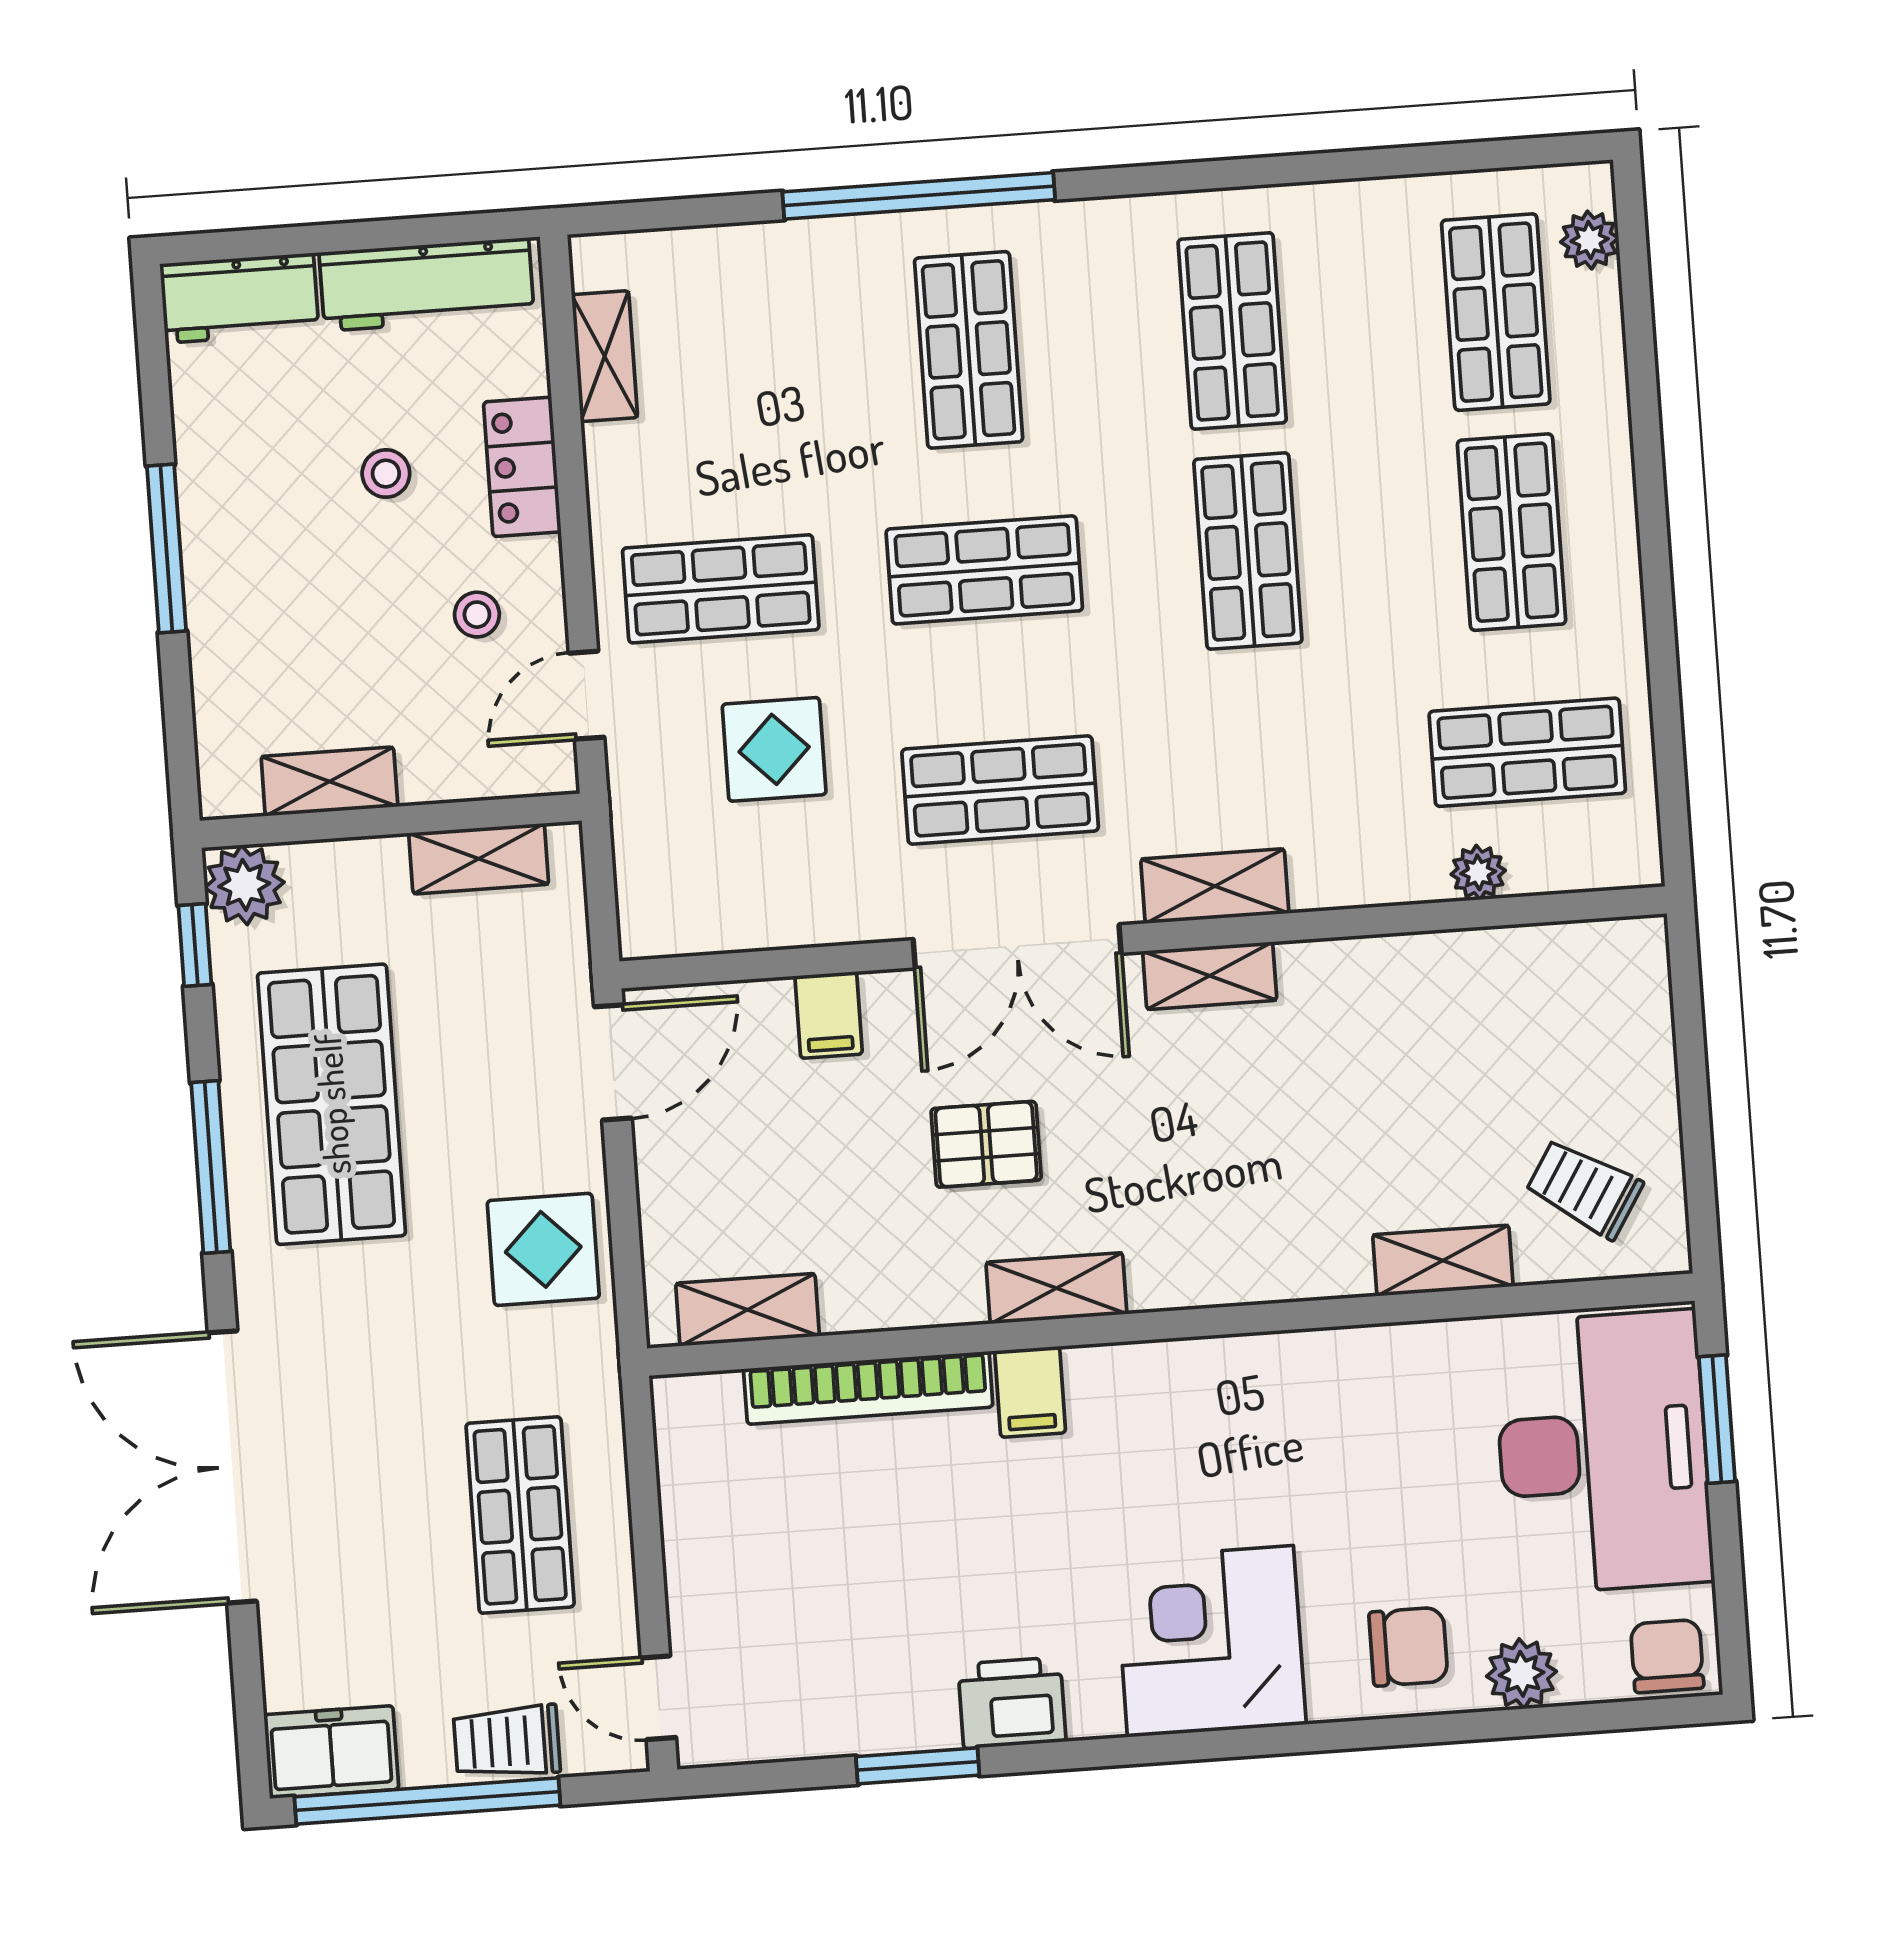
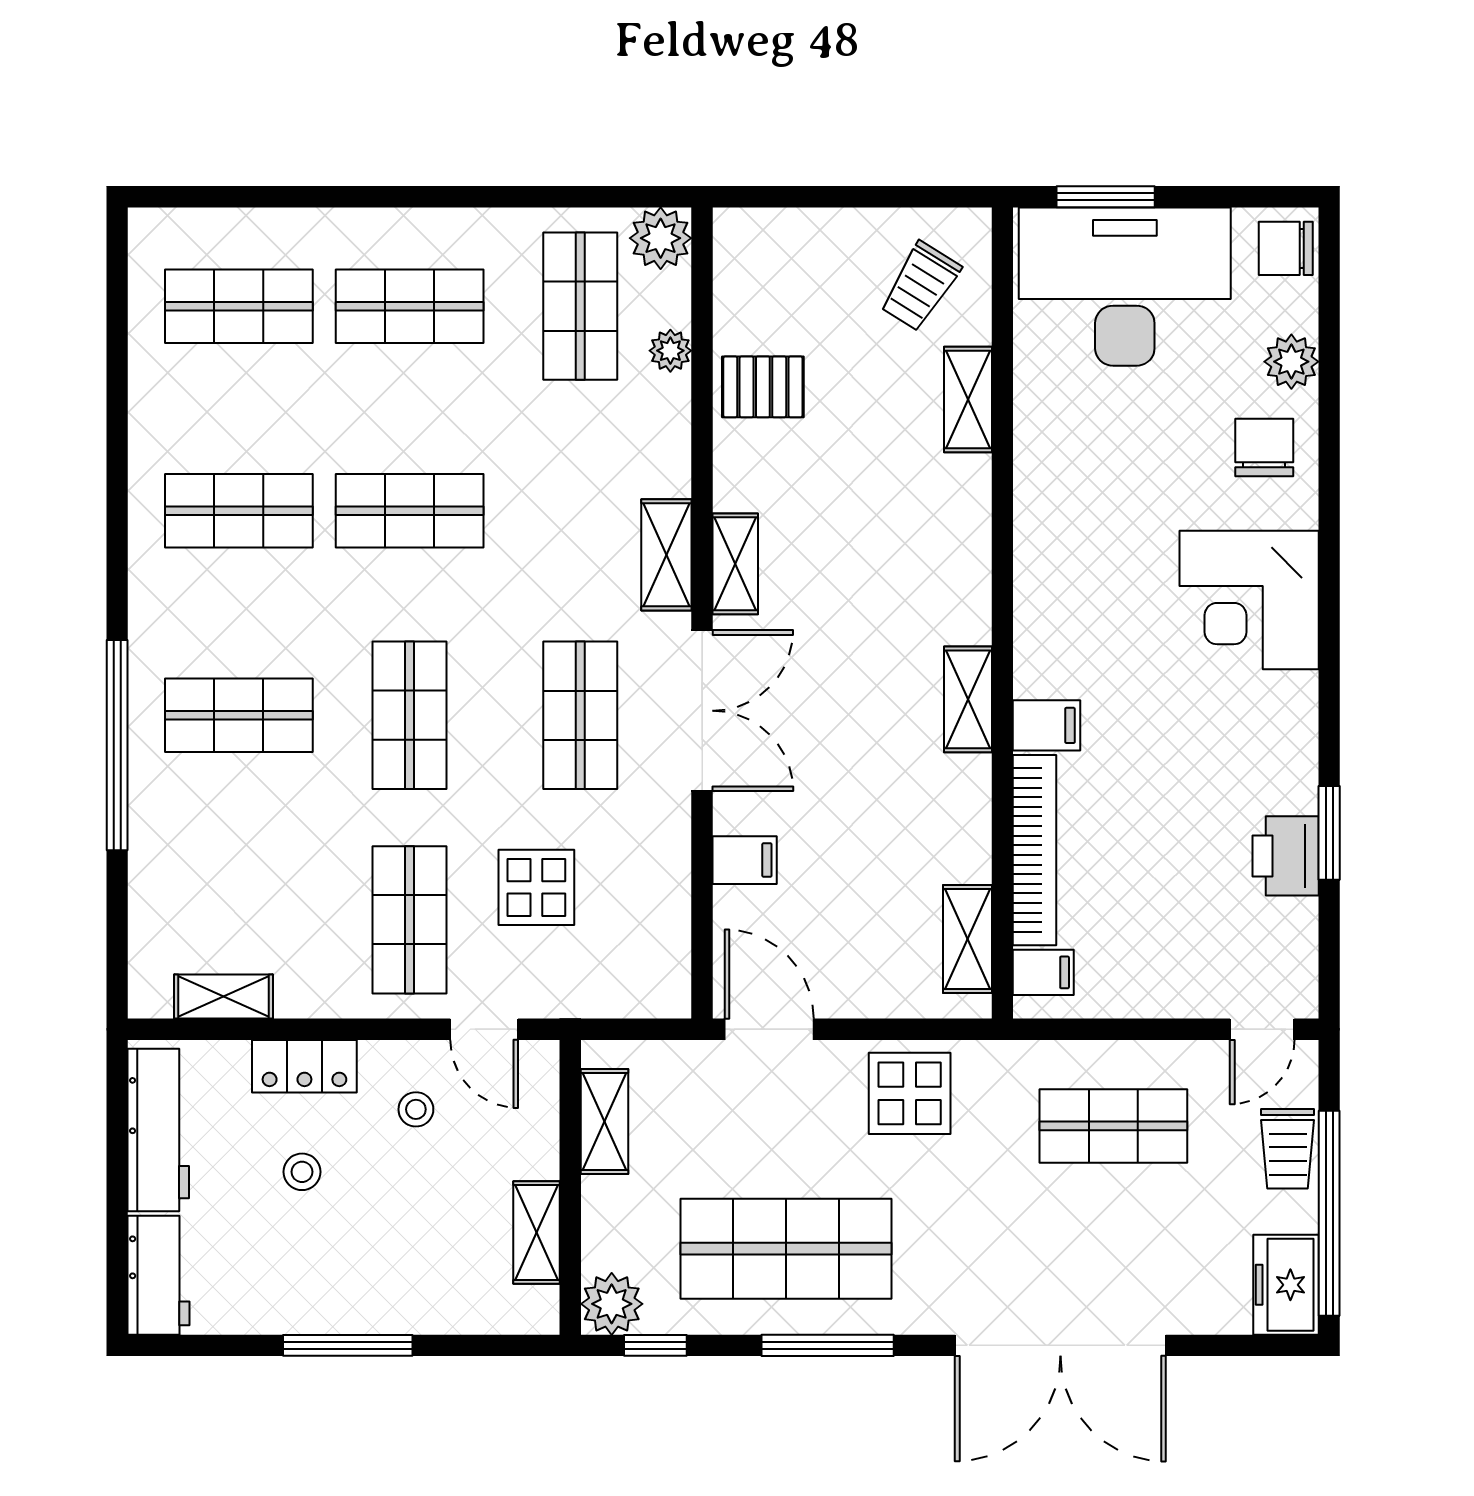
plant: (1590, 240) -> (661, 238), moved, width x1.38, depth x1.38
pallet: (986, 1144) -> (763, 387), moved, turned 90
filing cabinet: (711, 1410) -> (1043, 972), added
printer: (1012, 1703) -> (1286, 856), moved

